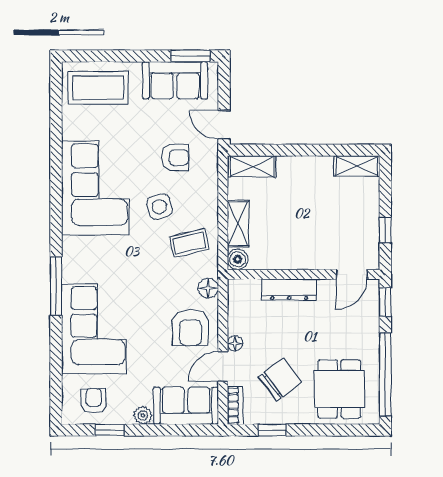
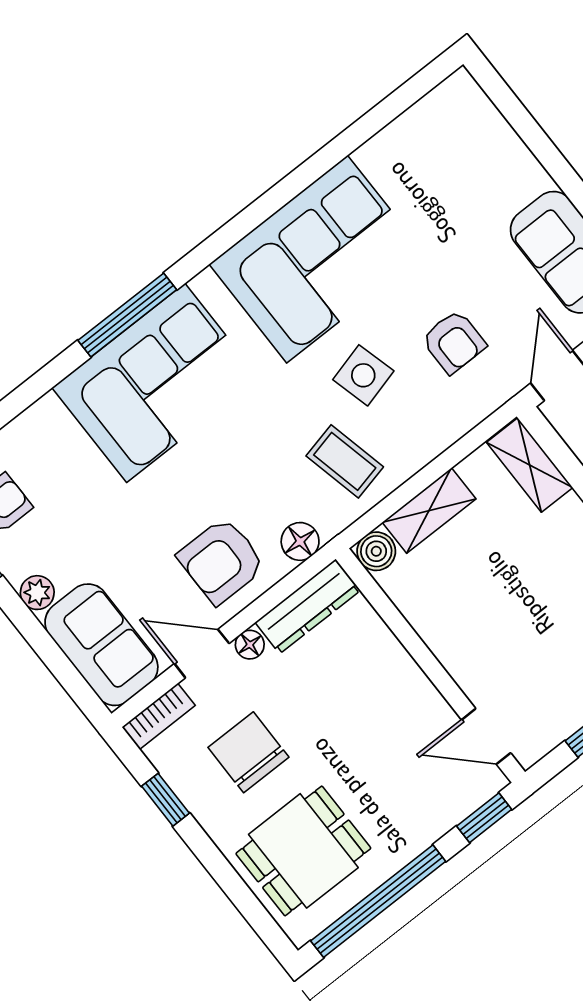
coffee table: (98, 88) -> (467, 148), removed
dresser: (289, 290) -> (308, 606), moved, turned -90
corner sofa: (94, 329) -> (156, 383), moved
chair: (280, 380) -> (248, 752), turned -143

